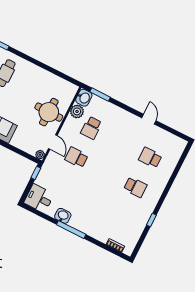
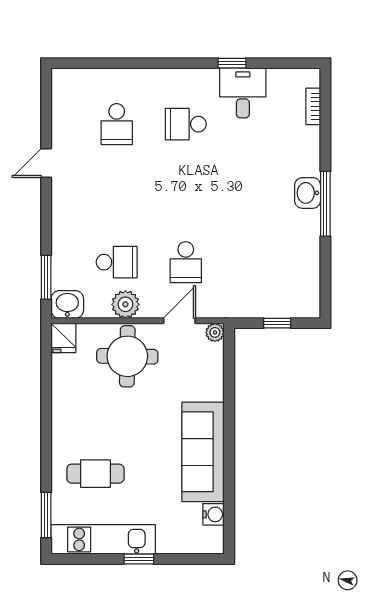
fridge: (70, 89) -> (63, 338), added
plant: (77, 111) -> (125, 304), moved
window: (36, 173) -> (277, 323), moved
school desk: (135, 187) -> (186, 124), turned -90
desk: (39, 198) -> (243, 93), moved, turned 180
washbasin: (63, 216) -> (308, 193), moved

